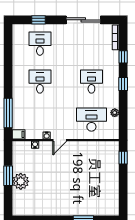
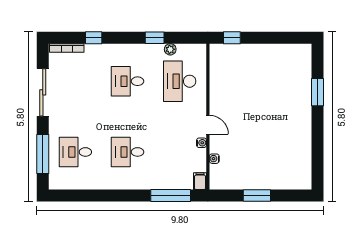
window: (38, 20) -> (43, 154), width x2.17
window: (123, 84) -> (155, 38), moved
plant: (21, 181) -> (265, 178), removed

